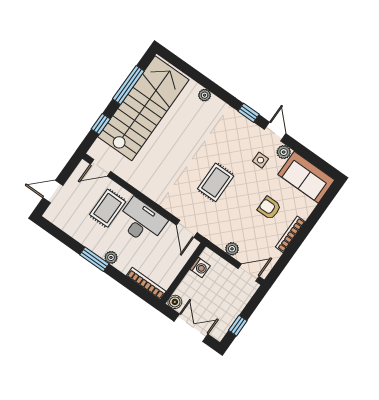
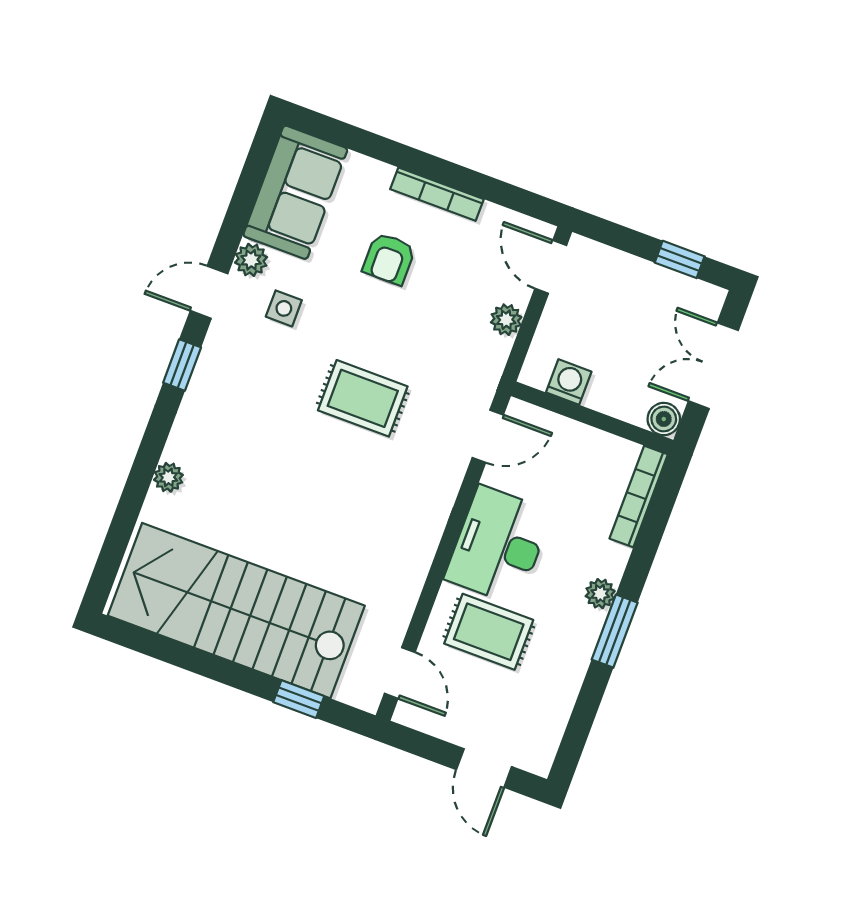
window: (128, 85) -> (192, 659), removed

